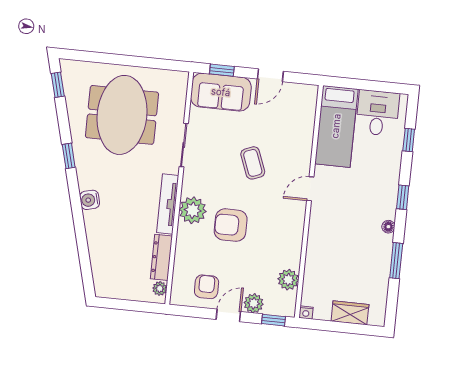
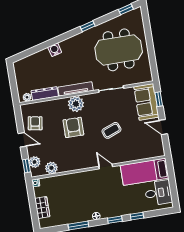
window: (409, 140) -> (137, 216), moved
water cooler: (90, 200) -> (55, 50), moved
armchair: (207, 287) -> (35, 123), turned -81
plant: (254, 303) -> (35, 162), moved

